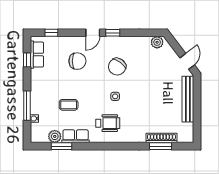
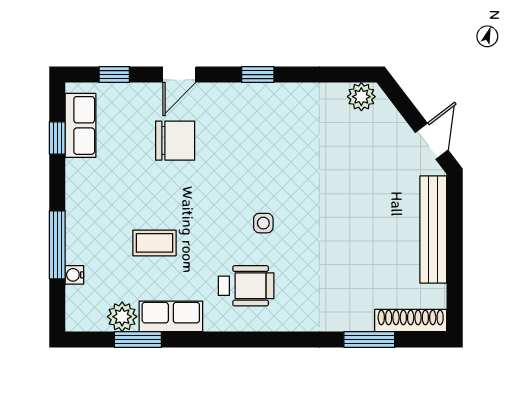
door: (93, 33) -> (179, 75), moved
chair: (117, 67) -> (268, 154), removed
shoe rack: (161, 138) -> (411, 320), moved

